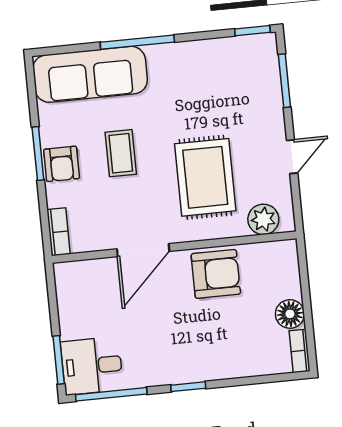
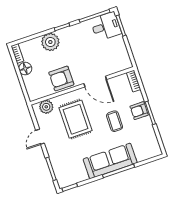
sofa: (90, 74) -> (110, 161), moved
armchair: (62, 164) -> (139, 111), turned -90
door: (143, 250) -> (95, 81), swing flipped
plant: (221, 360) -> (50, 42), added

